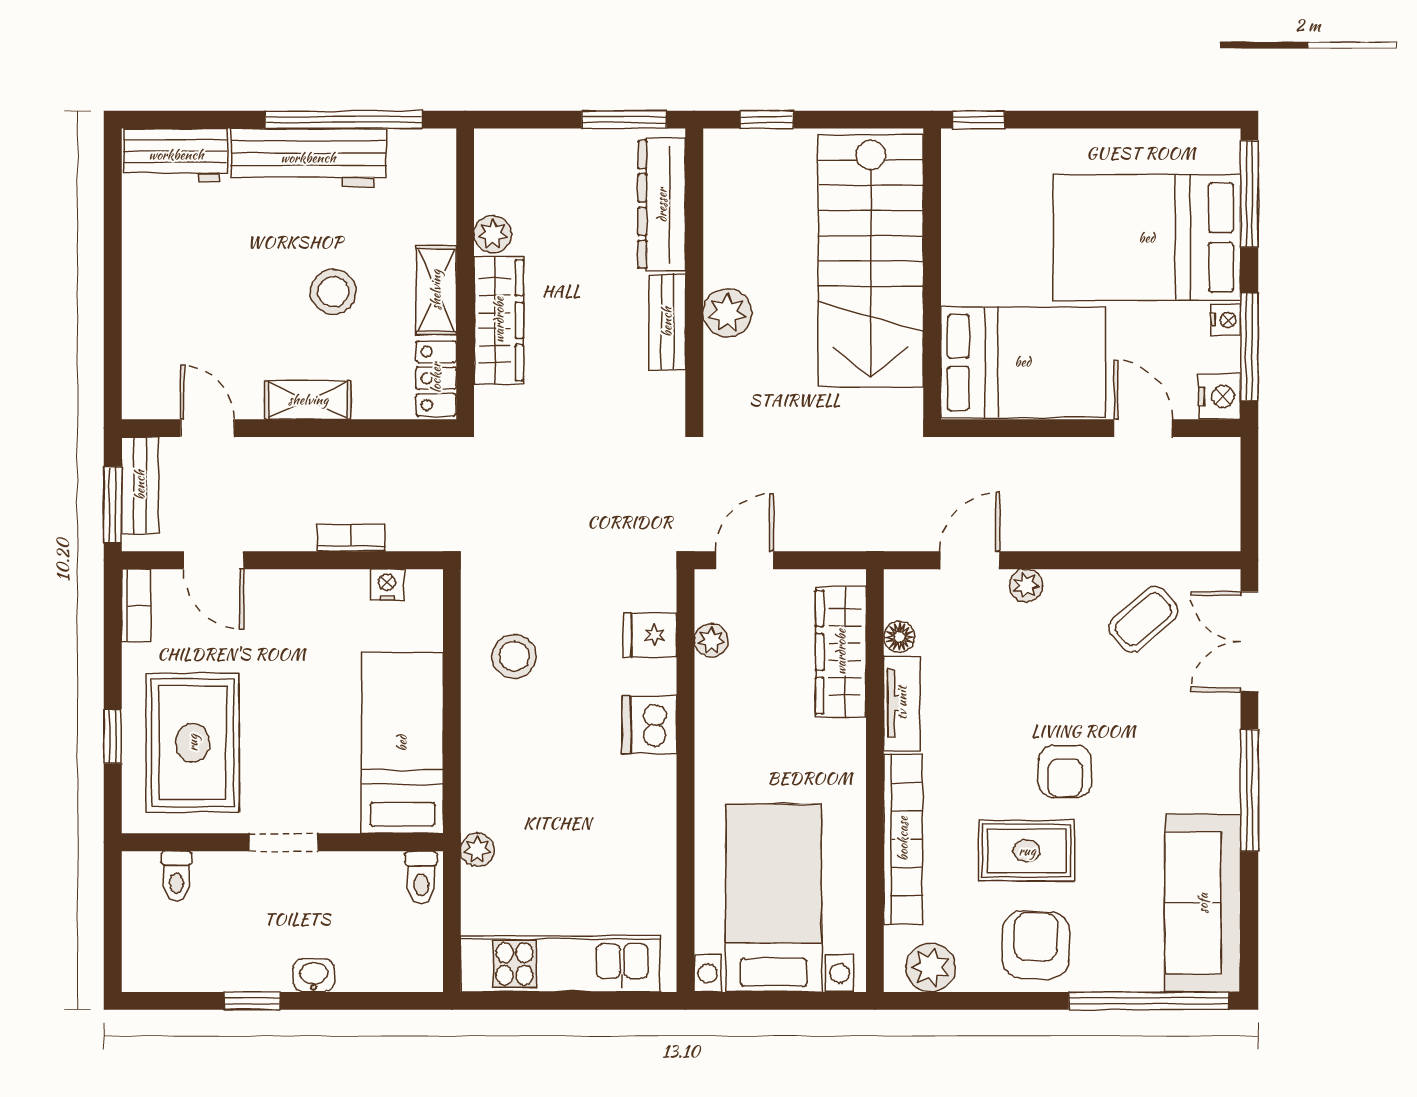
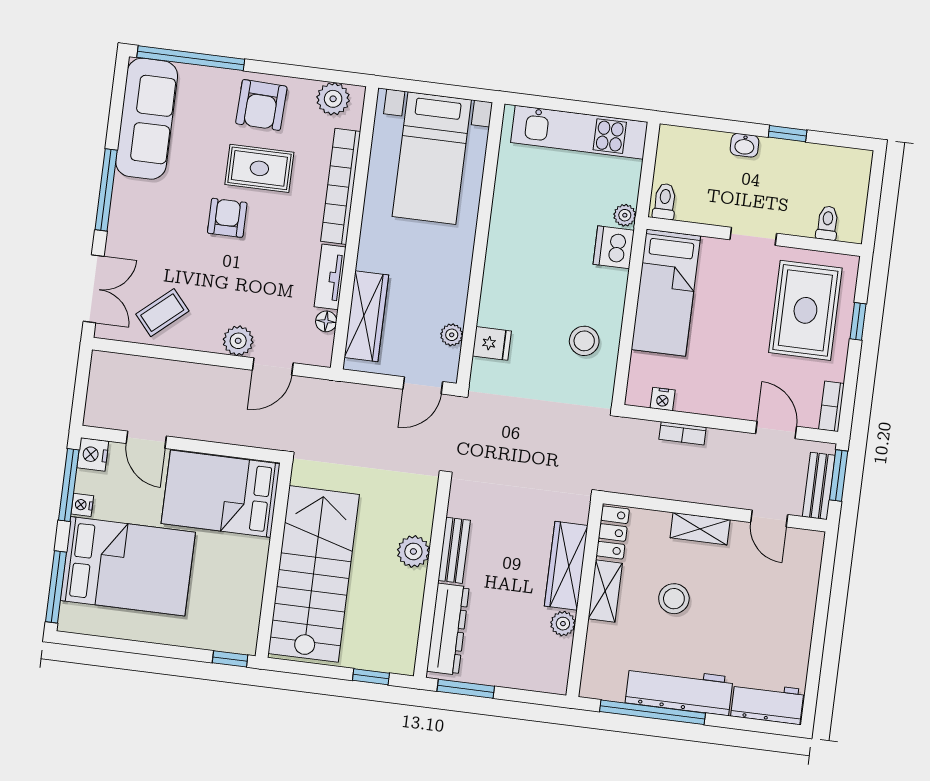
plant: (1026, 586) -> (238, 341), width x1.38, depth x1.38
dishwasher: (649, 725) -> (614, 247), moved, turned 180

